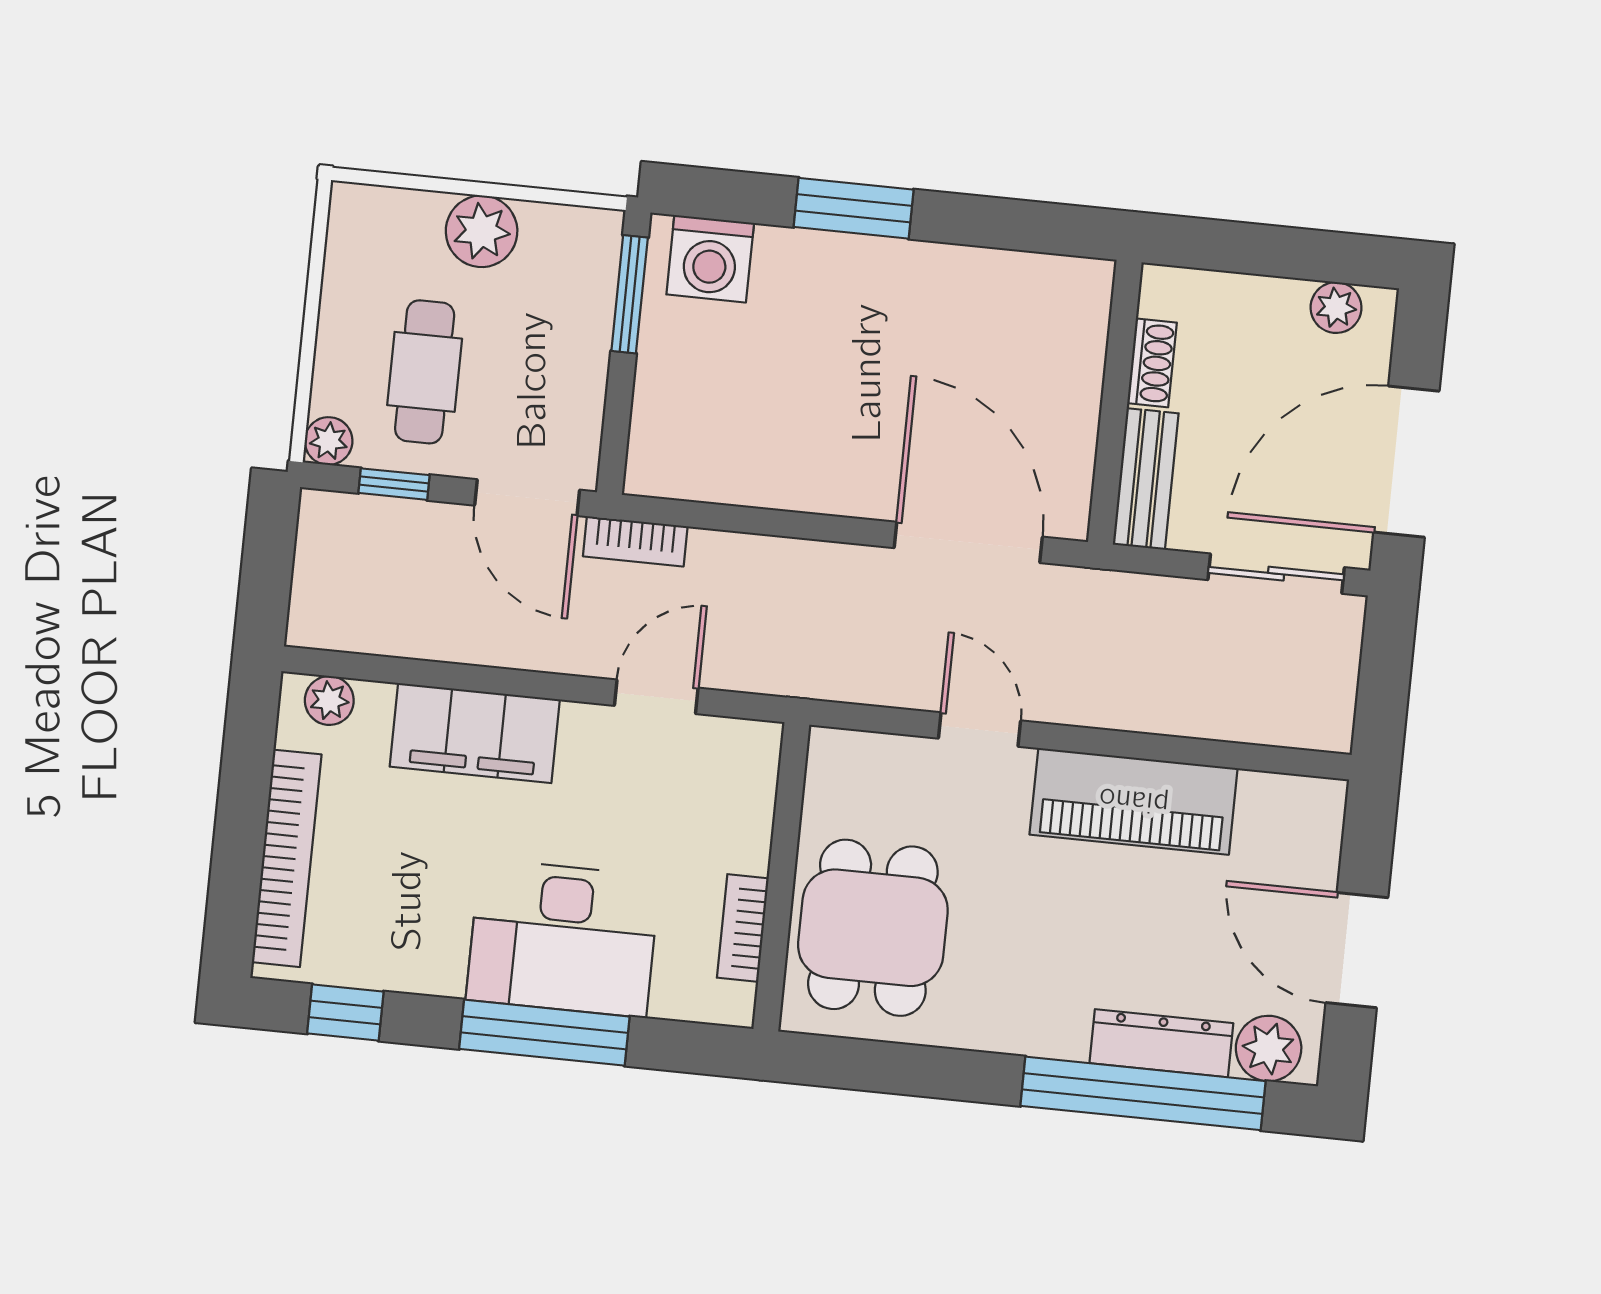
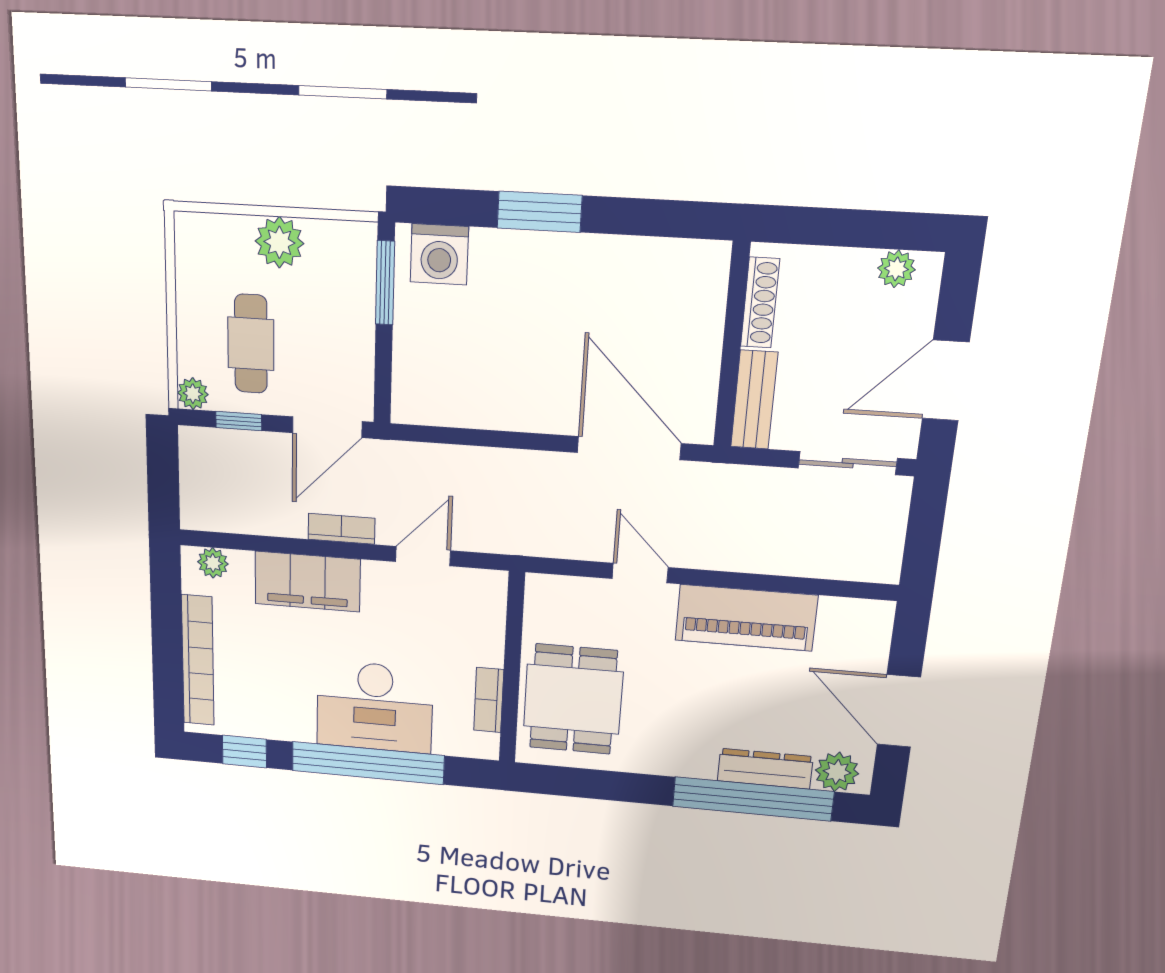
shoe rack: (1152, 363) -> (760, 303), width x1.43
door: (1406, 462) -> (946, 381), width x0.73
door: (527, 498) -> (327, 427), hinge flipped
bookcase: (635, 541) -> (341, 529), moved, turned 180
window: (544, 1033) -> (368, 763), width x1.46

